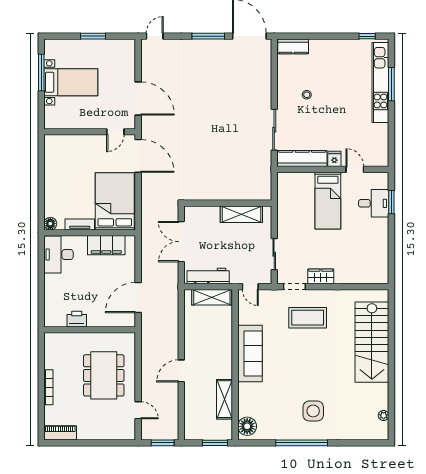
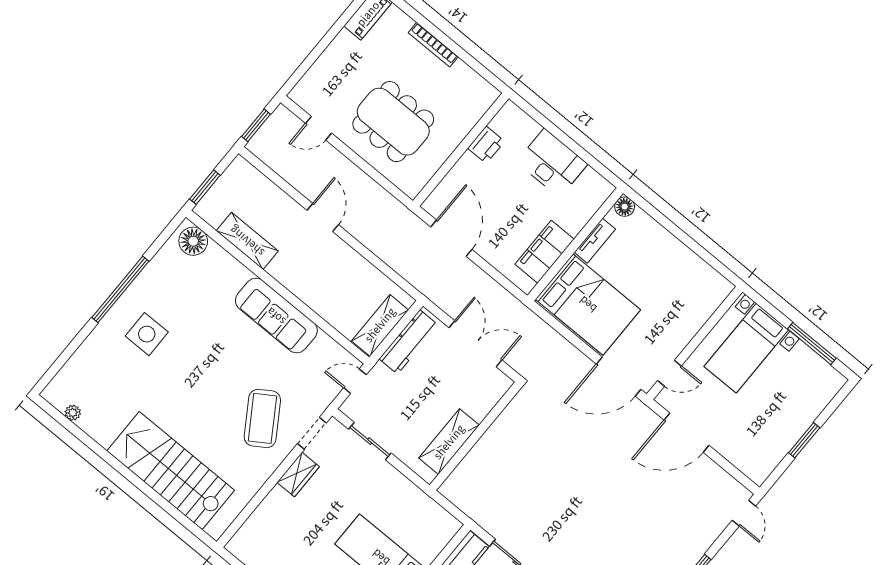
bed with nightstands: (71, 82) -> (746, 348), moved
door: (115, 132) -> (670, 373), swing flipped
desk: (58, 255) -> (552, 163), moved
coffee table: (308, 318) -> (262, 418), turned -33

